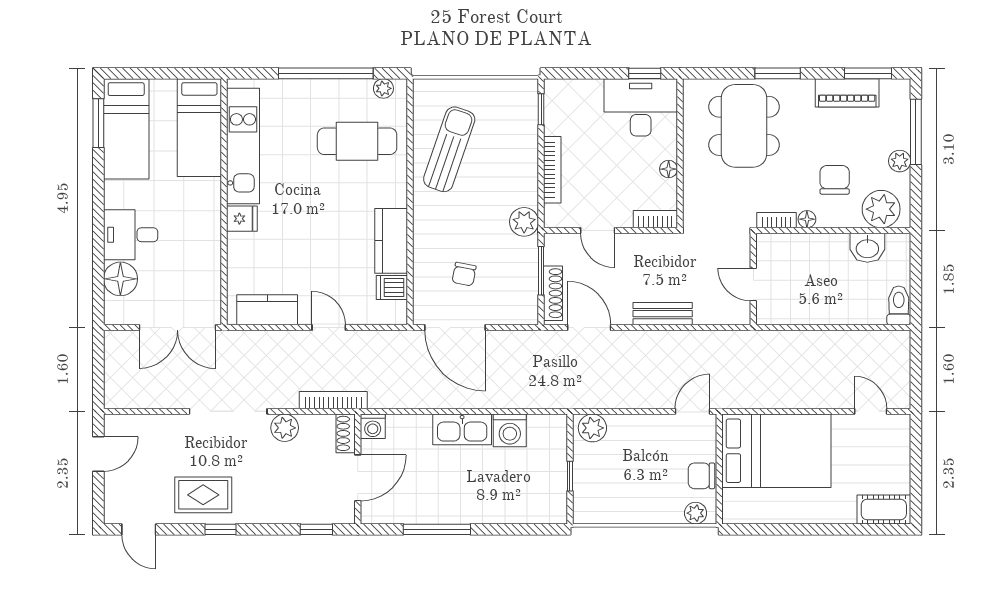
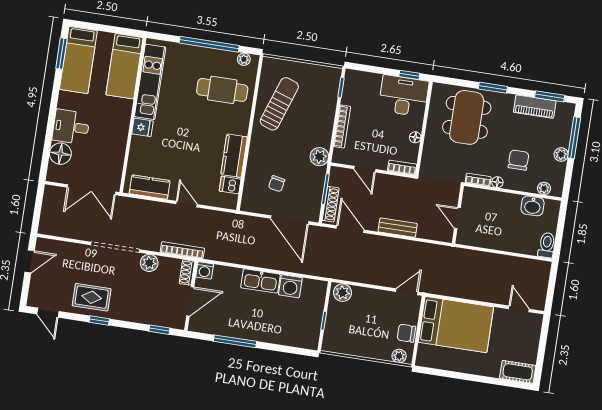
plant: (881, 209) -> (544, 188), width x0.53, depth x0.53
door: (455, 328) -> (290, 220), moved

